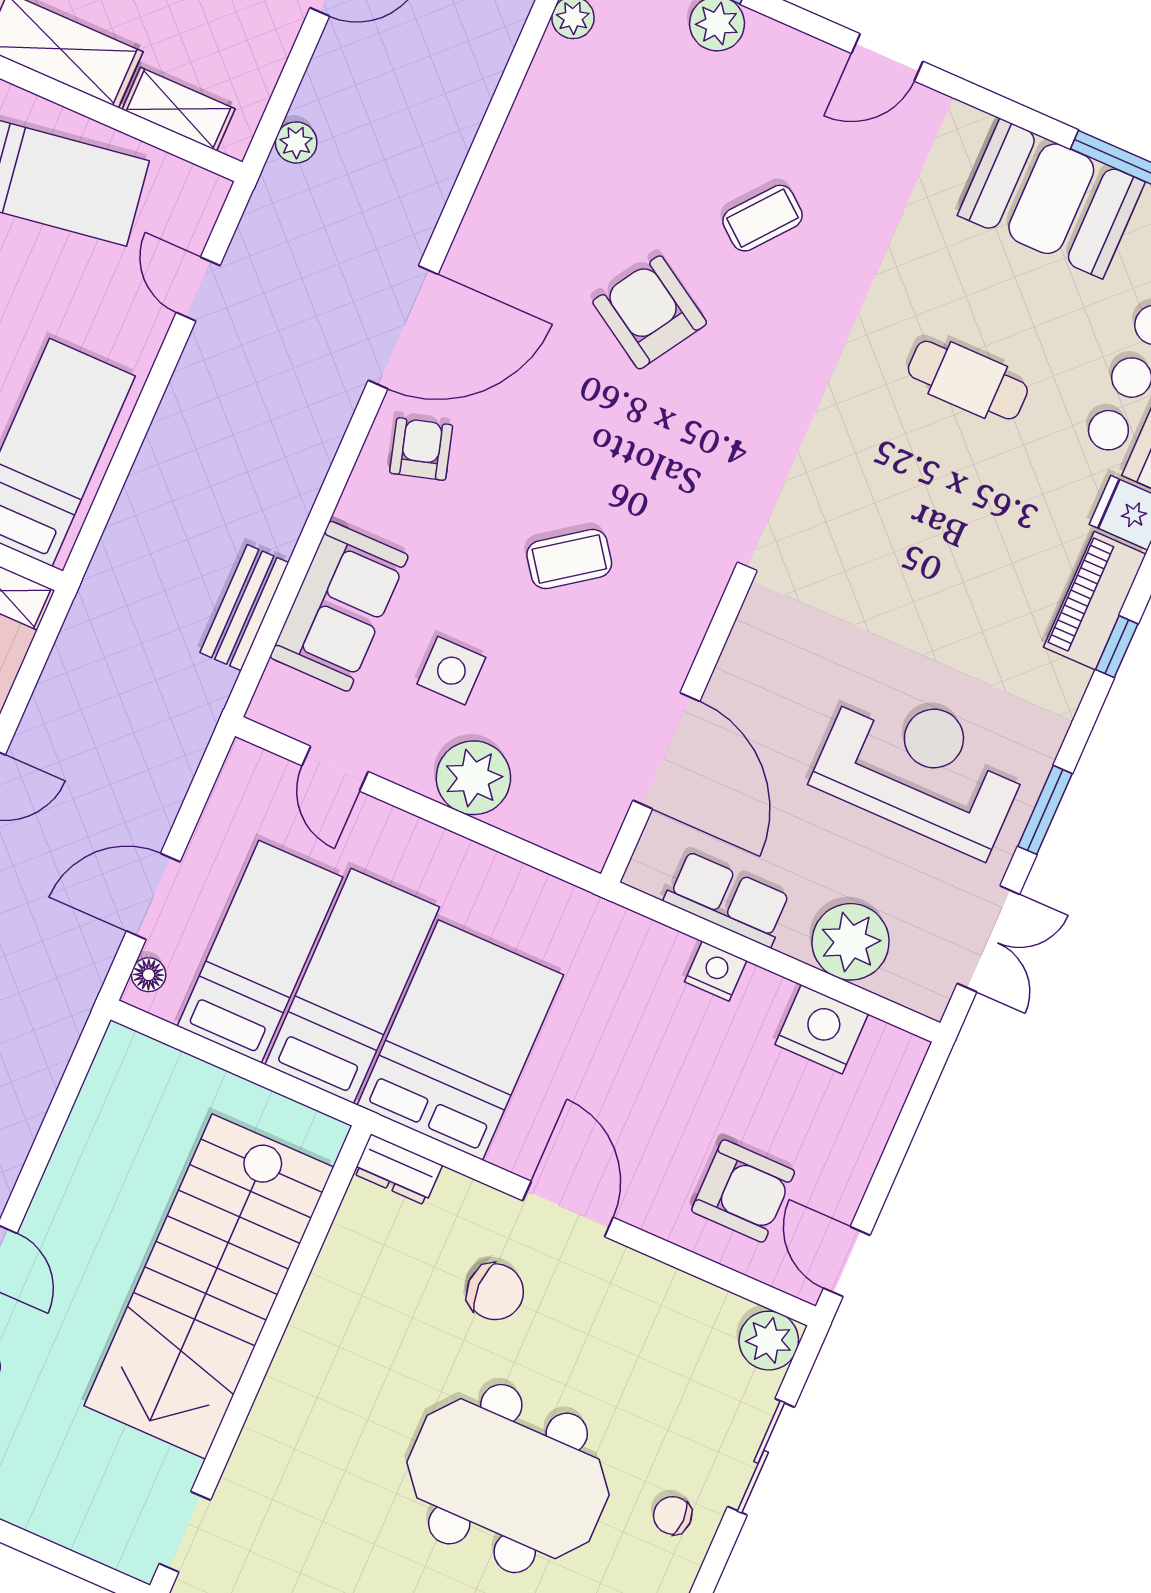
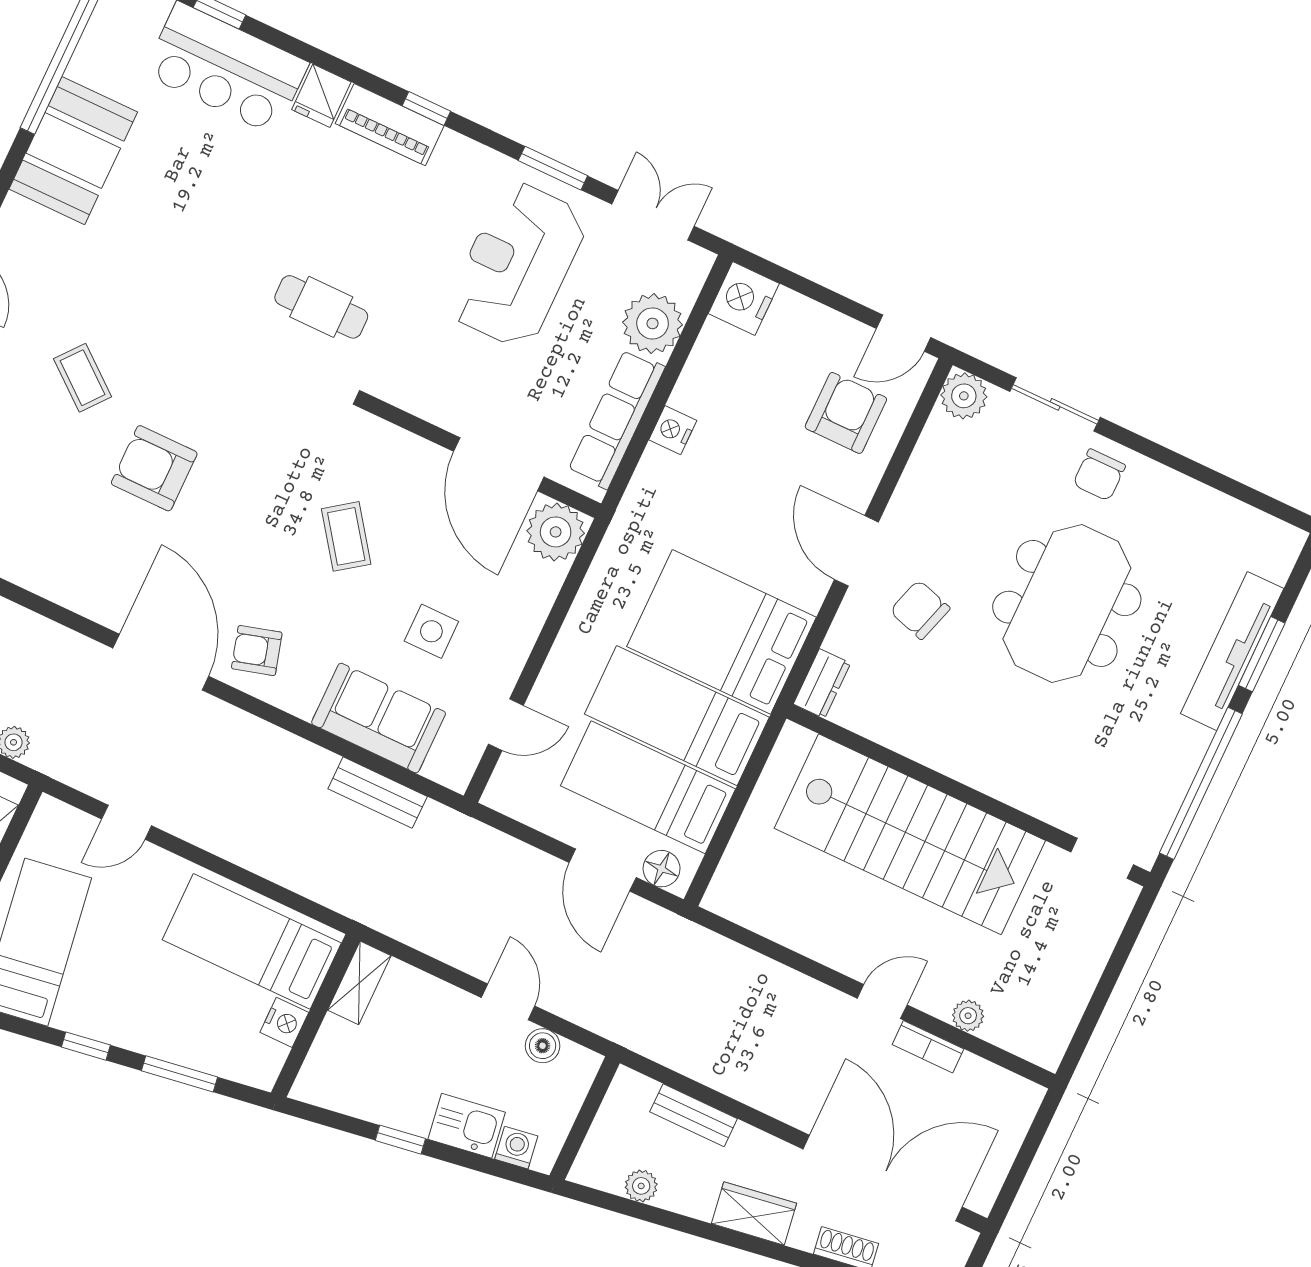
armchair: (650, 312) -> (154, 468), turned 58
cafe table: (968, 380) -> (321, 307), moved, turned 90
door: (666, 751) -> (499, 464), swing flipped
plant: (473, 778) -> (556, 532), moved
row of seats: (728, 899) -> (616, 419), width x1.48
floor lamp: (149, 975) -> (662, 869), width x1.37, depth x1.37
nightstand: (822, 1029) -> (744, 298), moved
door: (568, 1209) -> (856, 551), hinge flipped
chair: (495, 1292) -> (920, 610), turned -73
chair: (673, 1515) -> (1099, 475), width x1.37, depth x1.37

